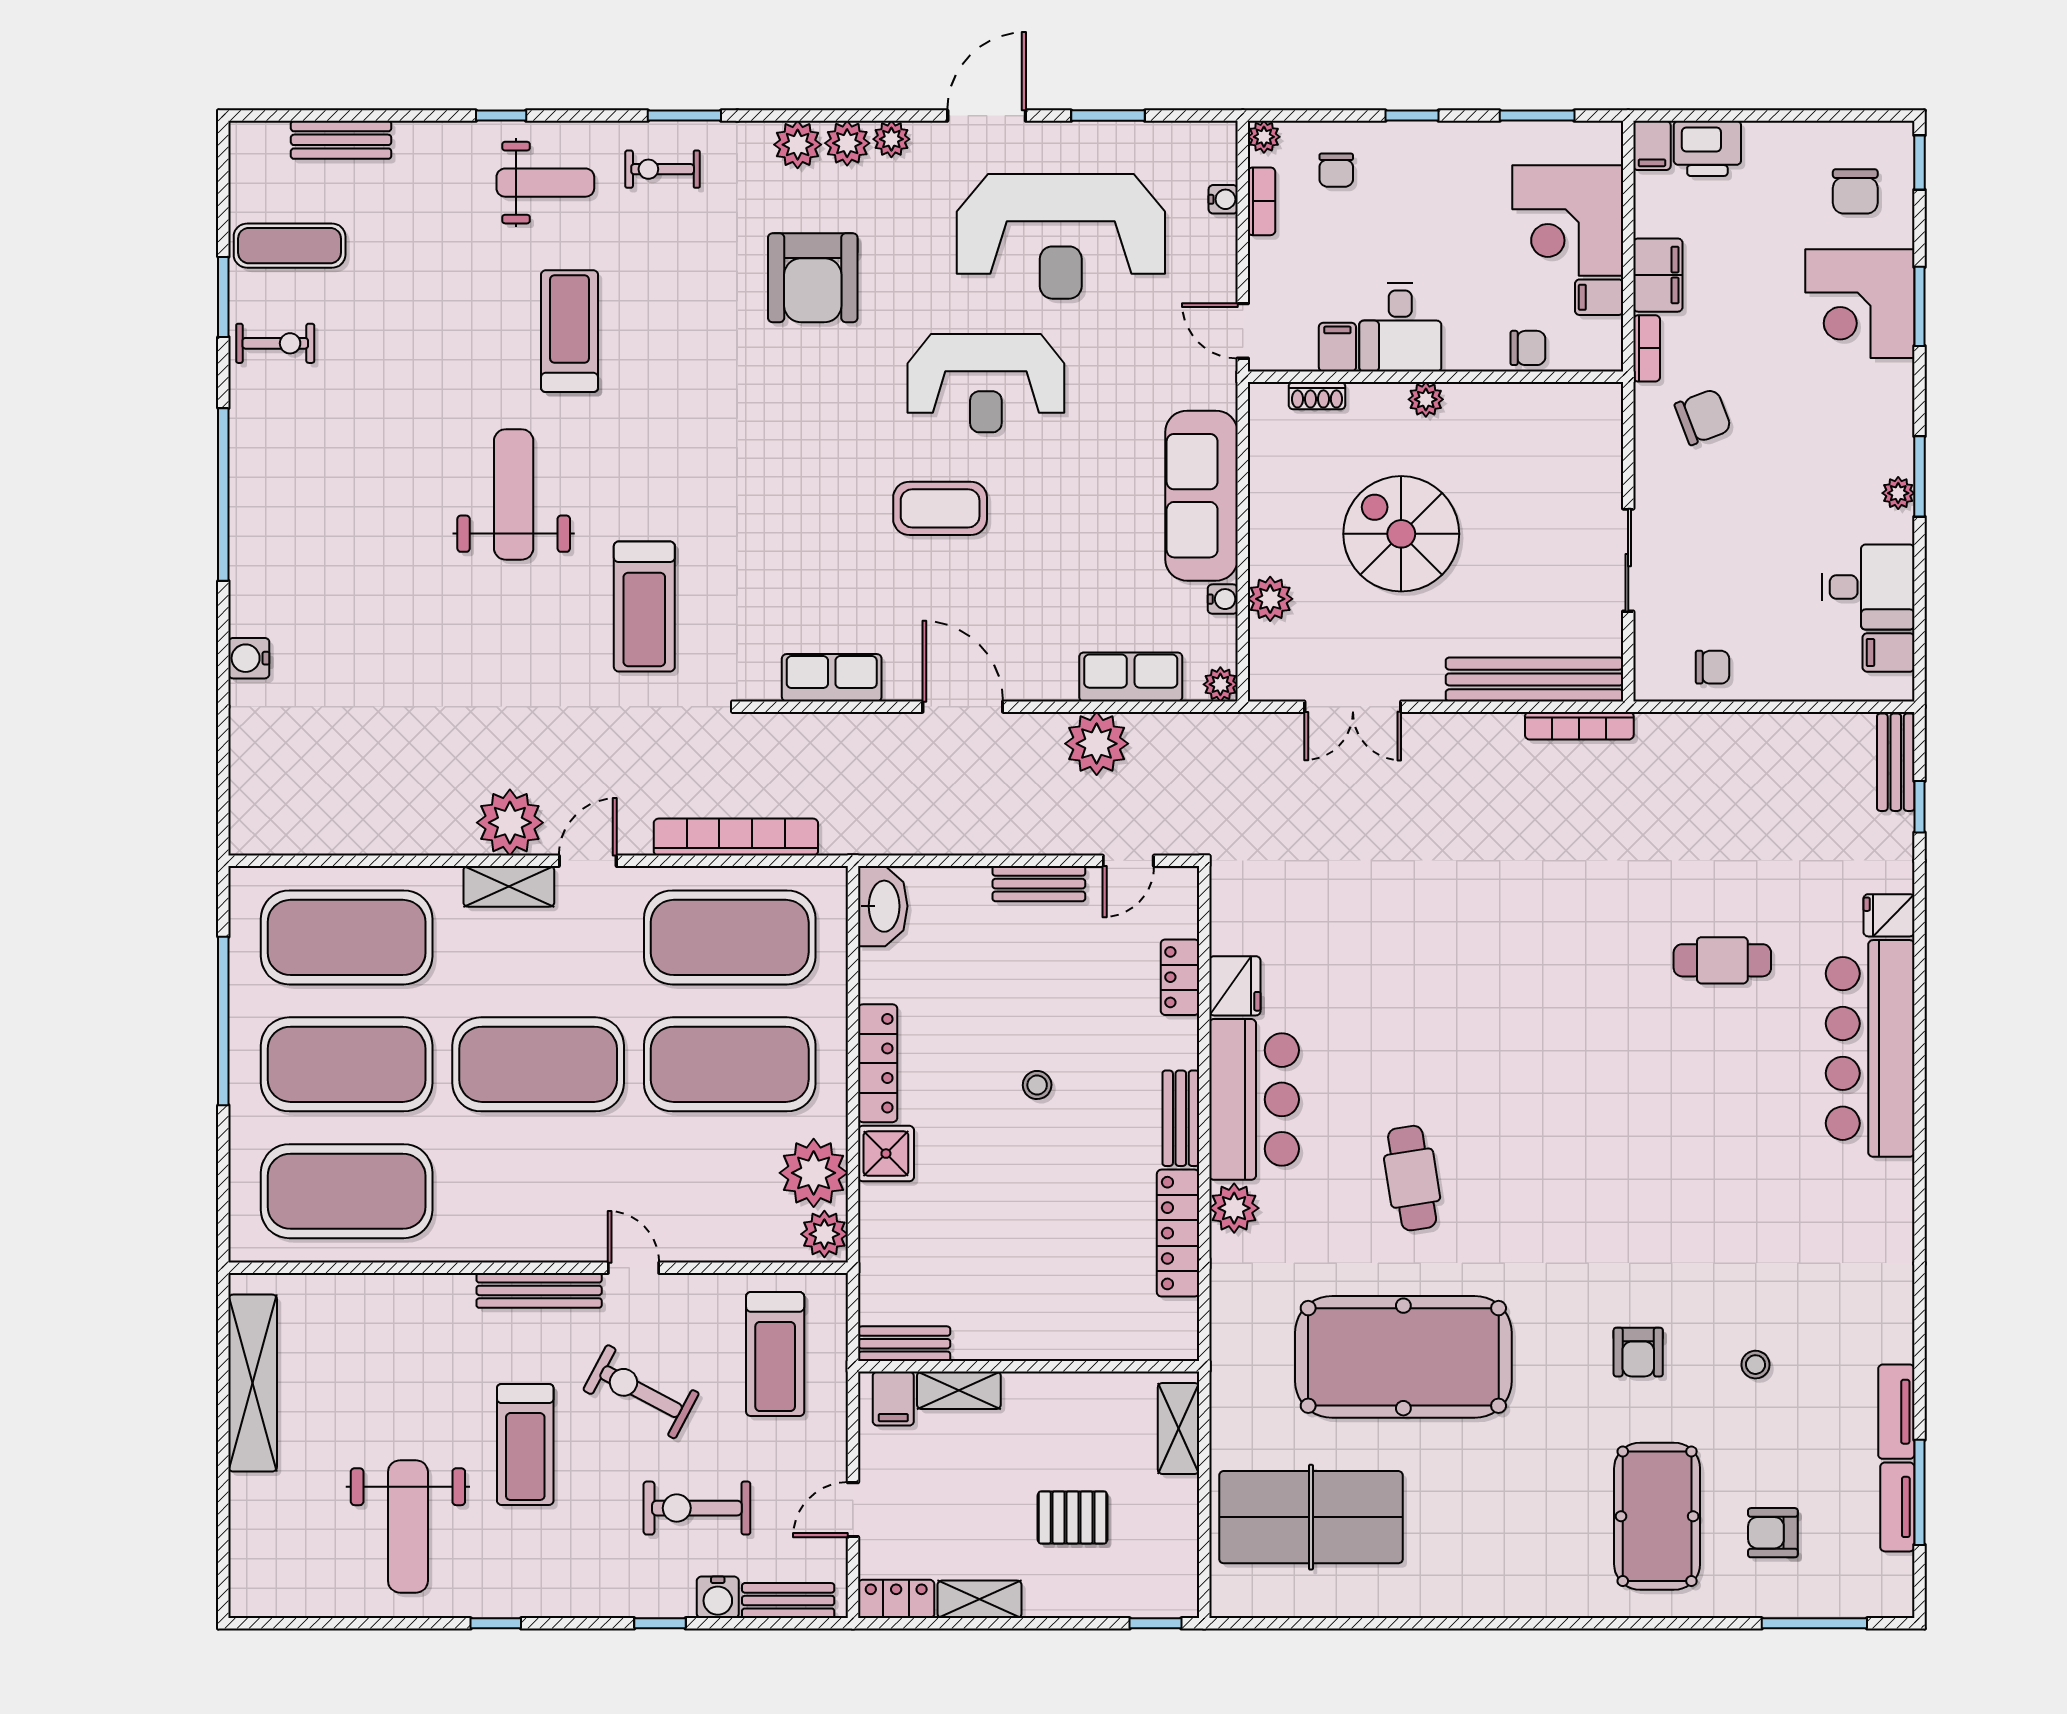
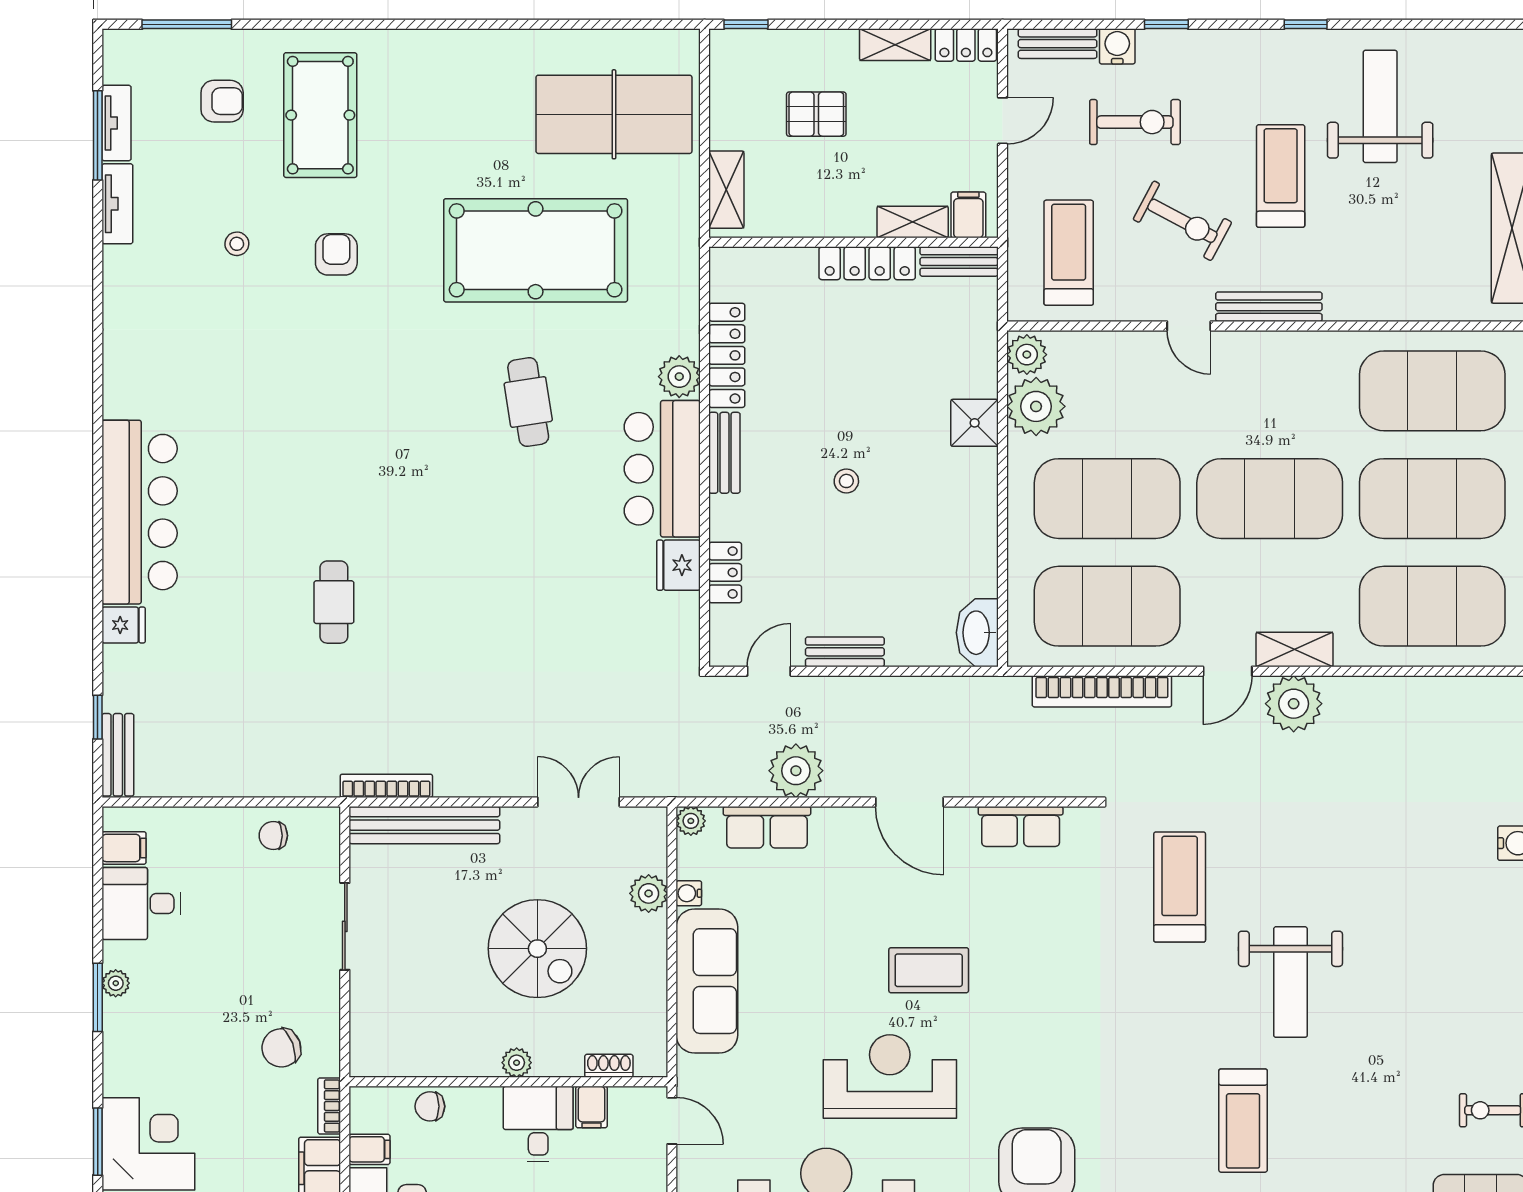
cafe table: (1722, 960) -> (334, 602), moved, turned 90
locker: (878, 1063) -> (867, 263), moved, turned -90

